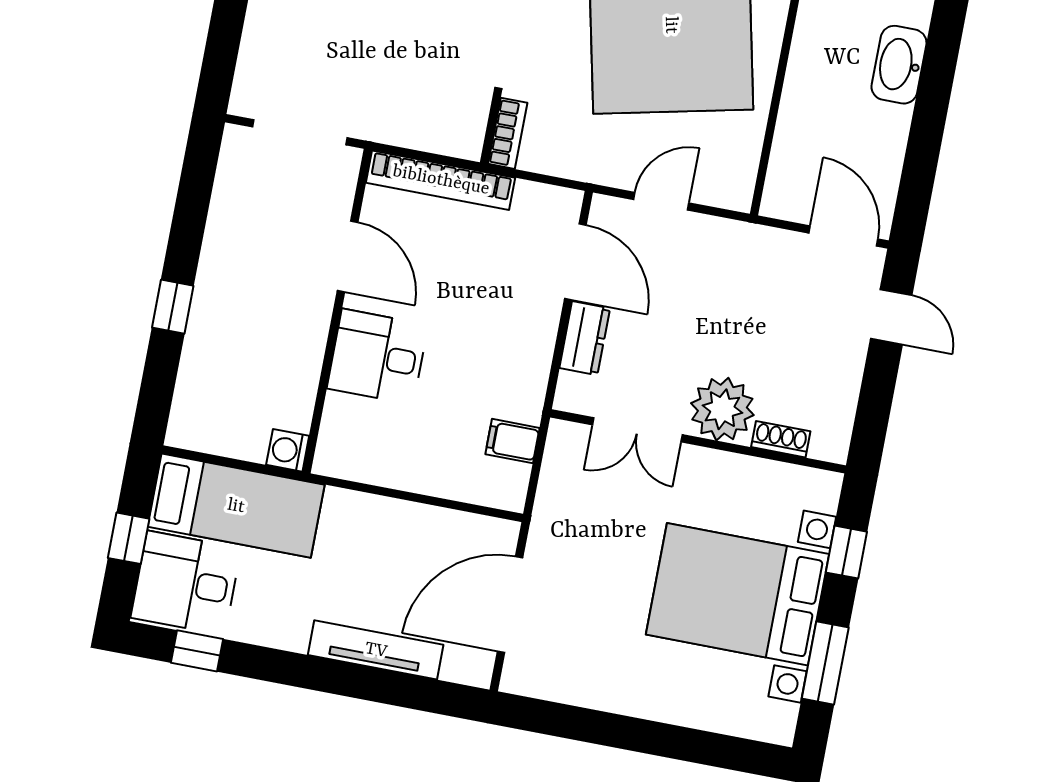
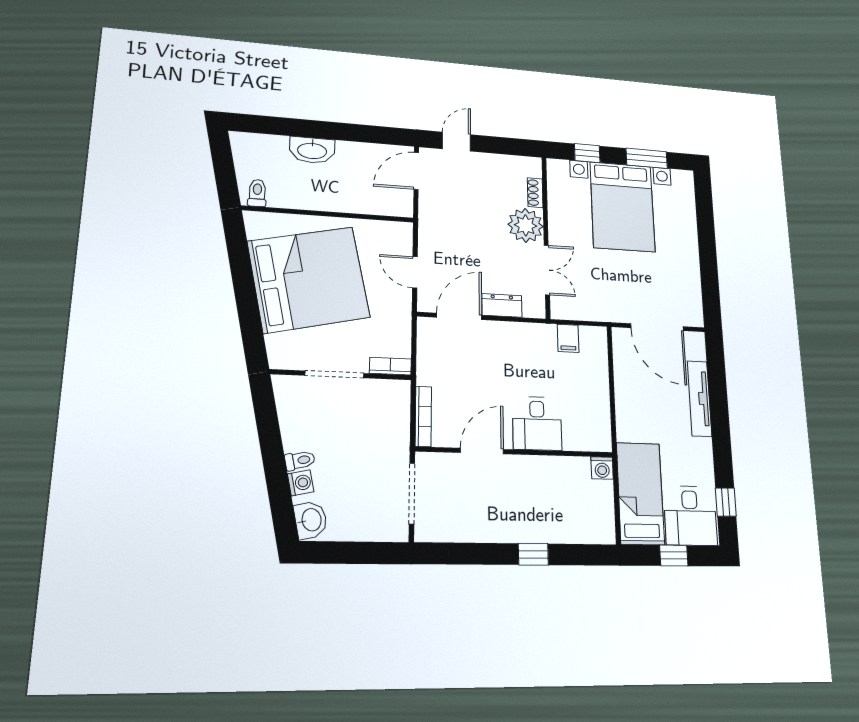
bookcase: (441, 180) -> (423, 416), width x0.68, depth x0.76

